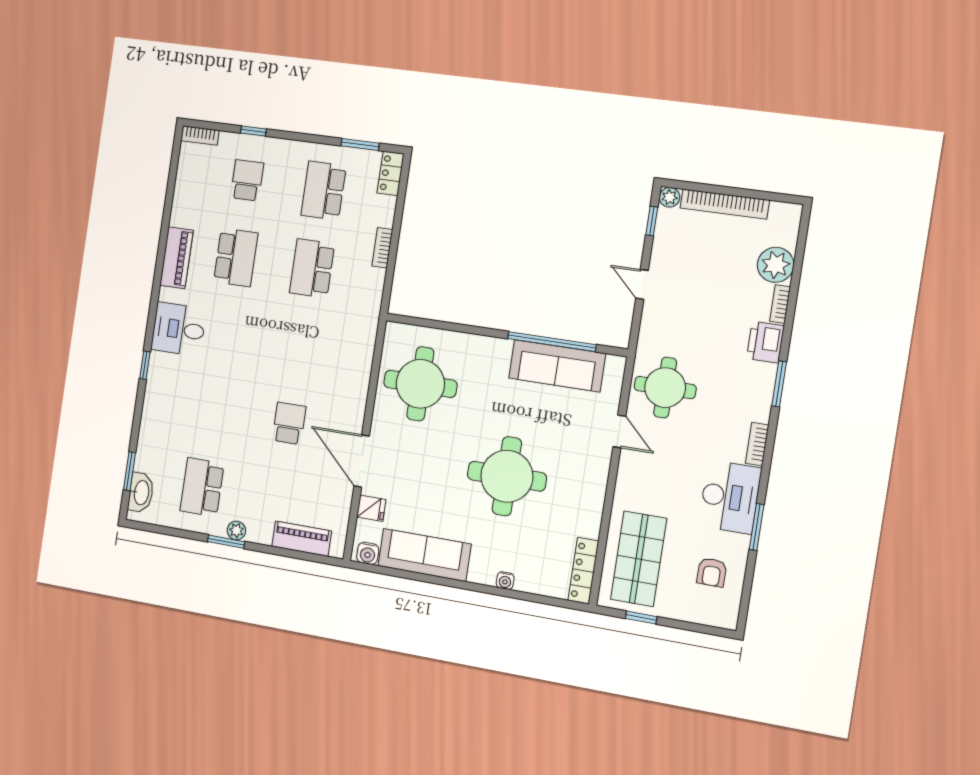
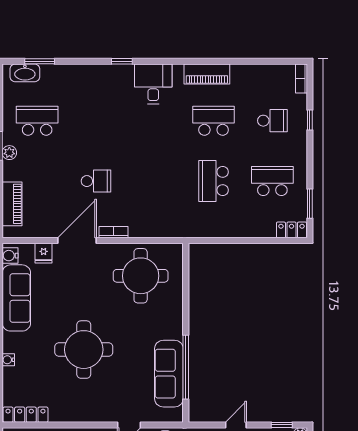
bookcase: (382, 248) -> (114, 232), moved
school desk: (236, 257) -> (214, 121), turned 180
school desk: (312, 268) -> (214, 181), turned -90

